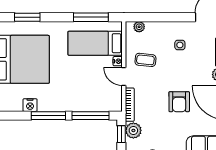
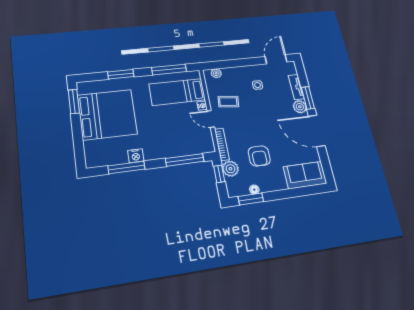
window: (27, 17) -> (121, 74), moved
armchair: (179, 102) -> (259, 156), moved
nightstand: (30, 105) -> (136, 156), moved
window: (48, 116) -> (126, 168), moved

